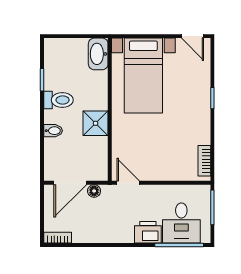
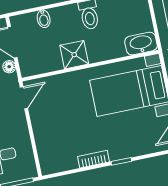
bidet: (53, 131) -> (44, 19), moved
bookcase: (204, 161) -> (93, 159), moved

